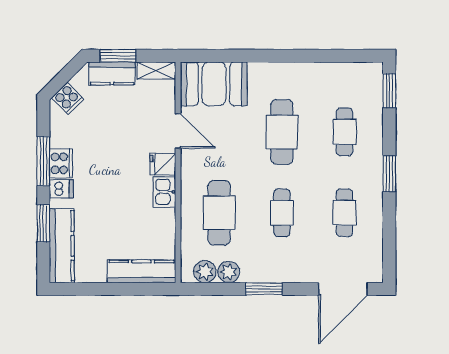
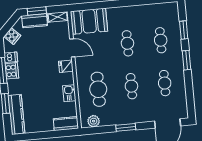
window: (389, 91) -> (184, 30), moved
cafe table: (282, 132) -> (127, 43), width x0.73, depth x0.74
dishwasher: (61, 189) -> (11, 57), moved
kitchen sink: (164, 192) -> (69, 93), moved
kitchen counter: (141, 271) -> (66, 124), width x0.67
plant: (229, 272) -> (106, 120), removed

